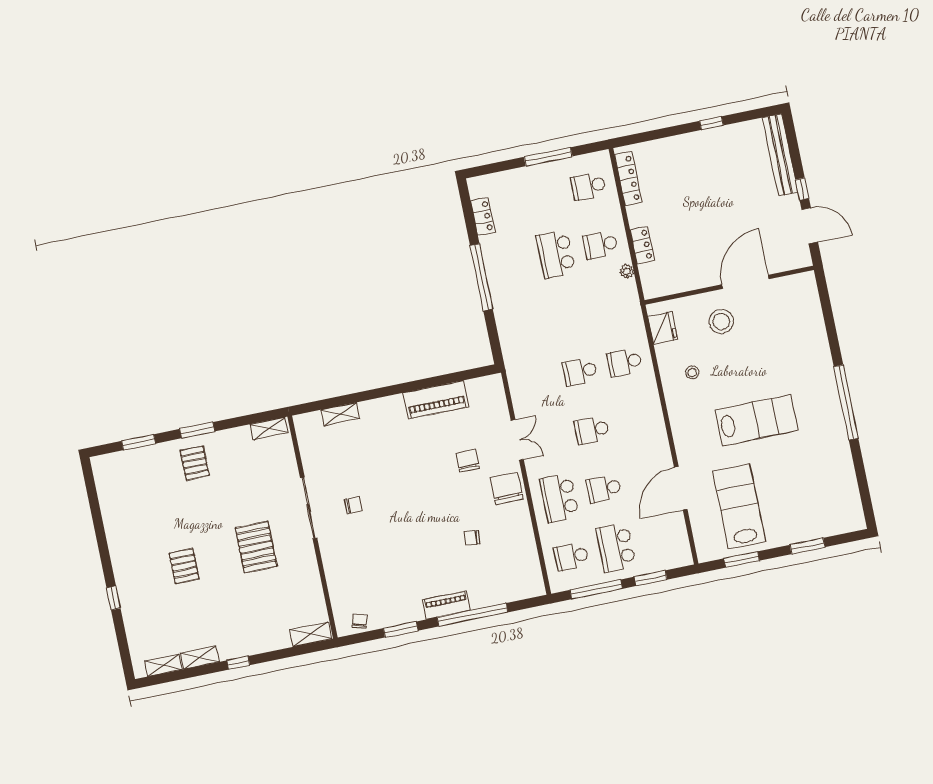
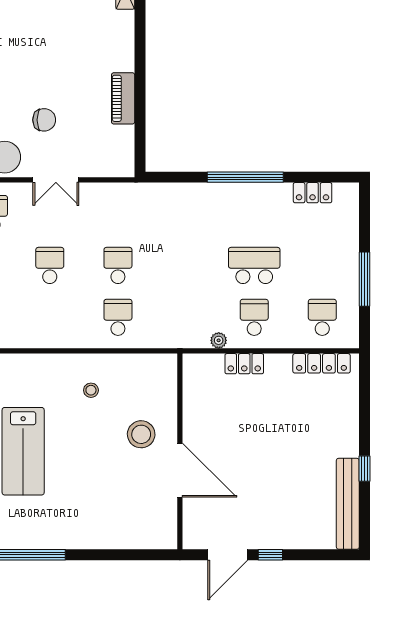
bench: (780, 155) -> (348, 504), moved, turned 90
fridge: (663, 328) -> (147, 367), removed
piano: (436, 400) -> (123, 98), width x0.73, depth x0.75

